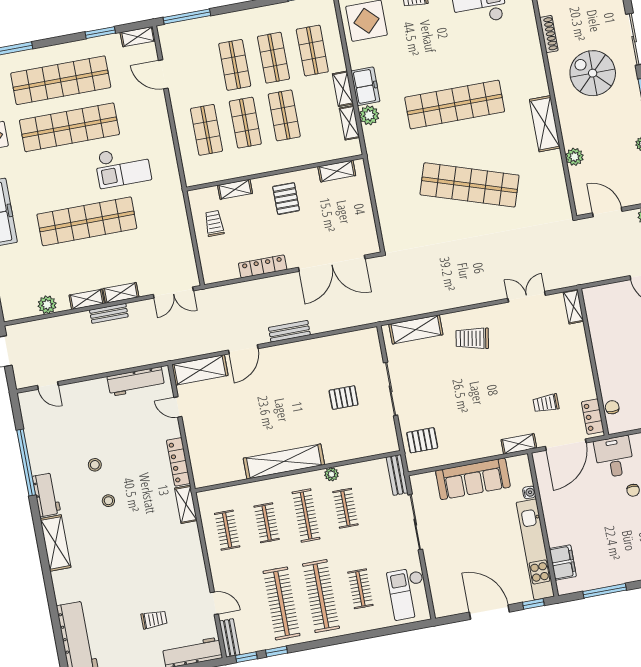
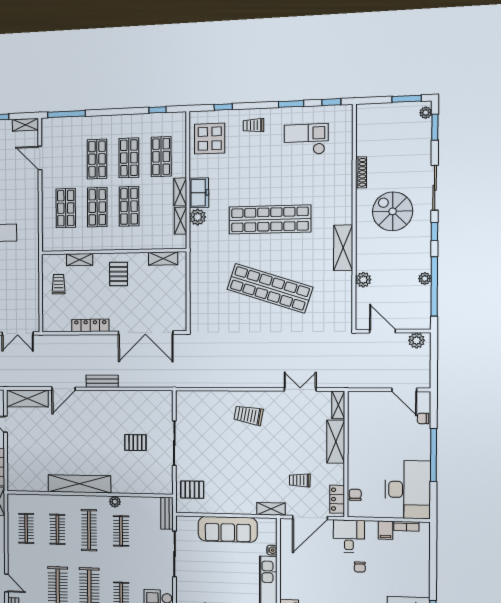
shelving: (416, 329) -> (336, 442), moved, turned 90

